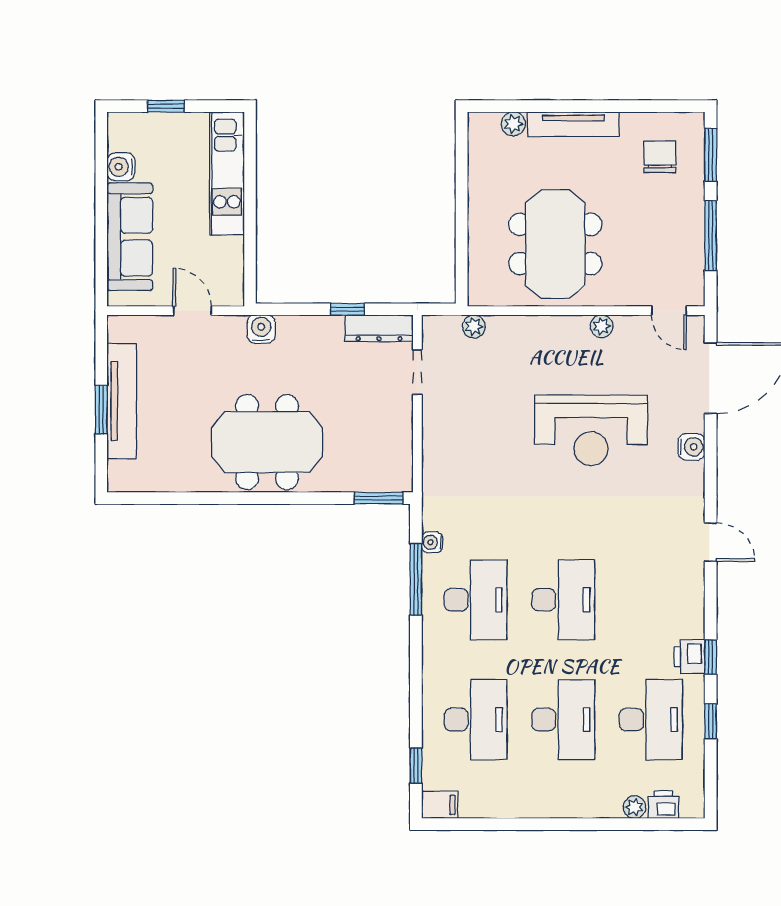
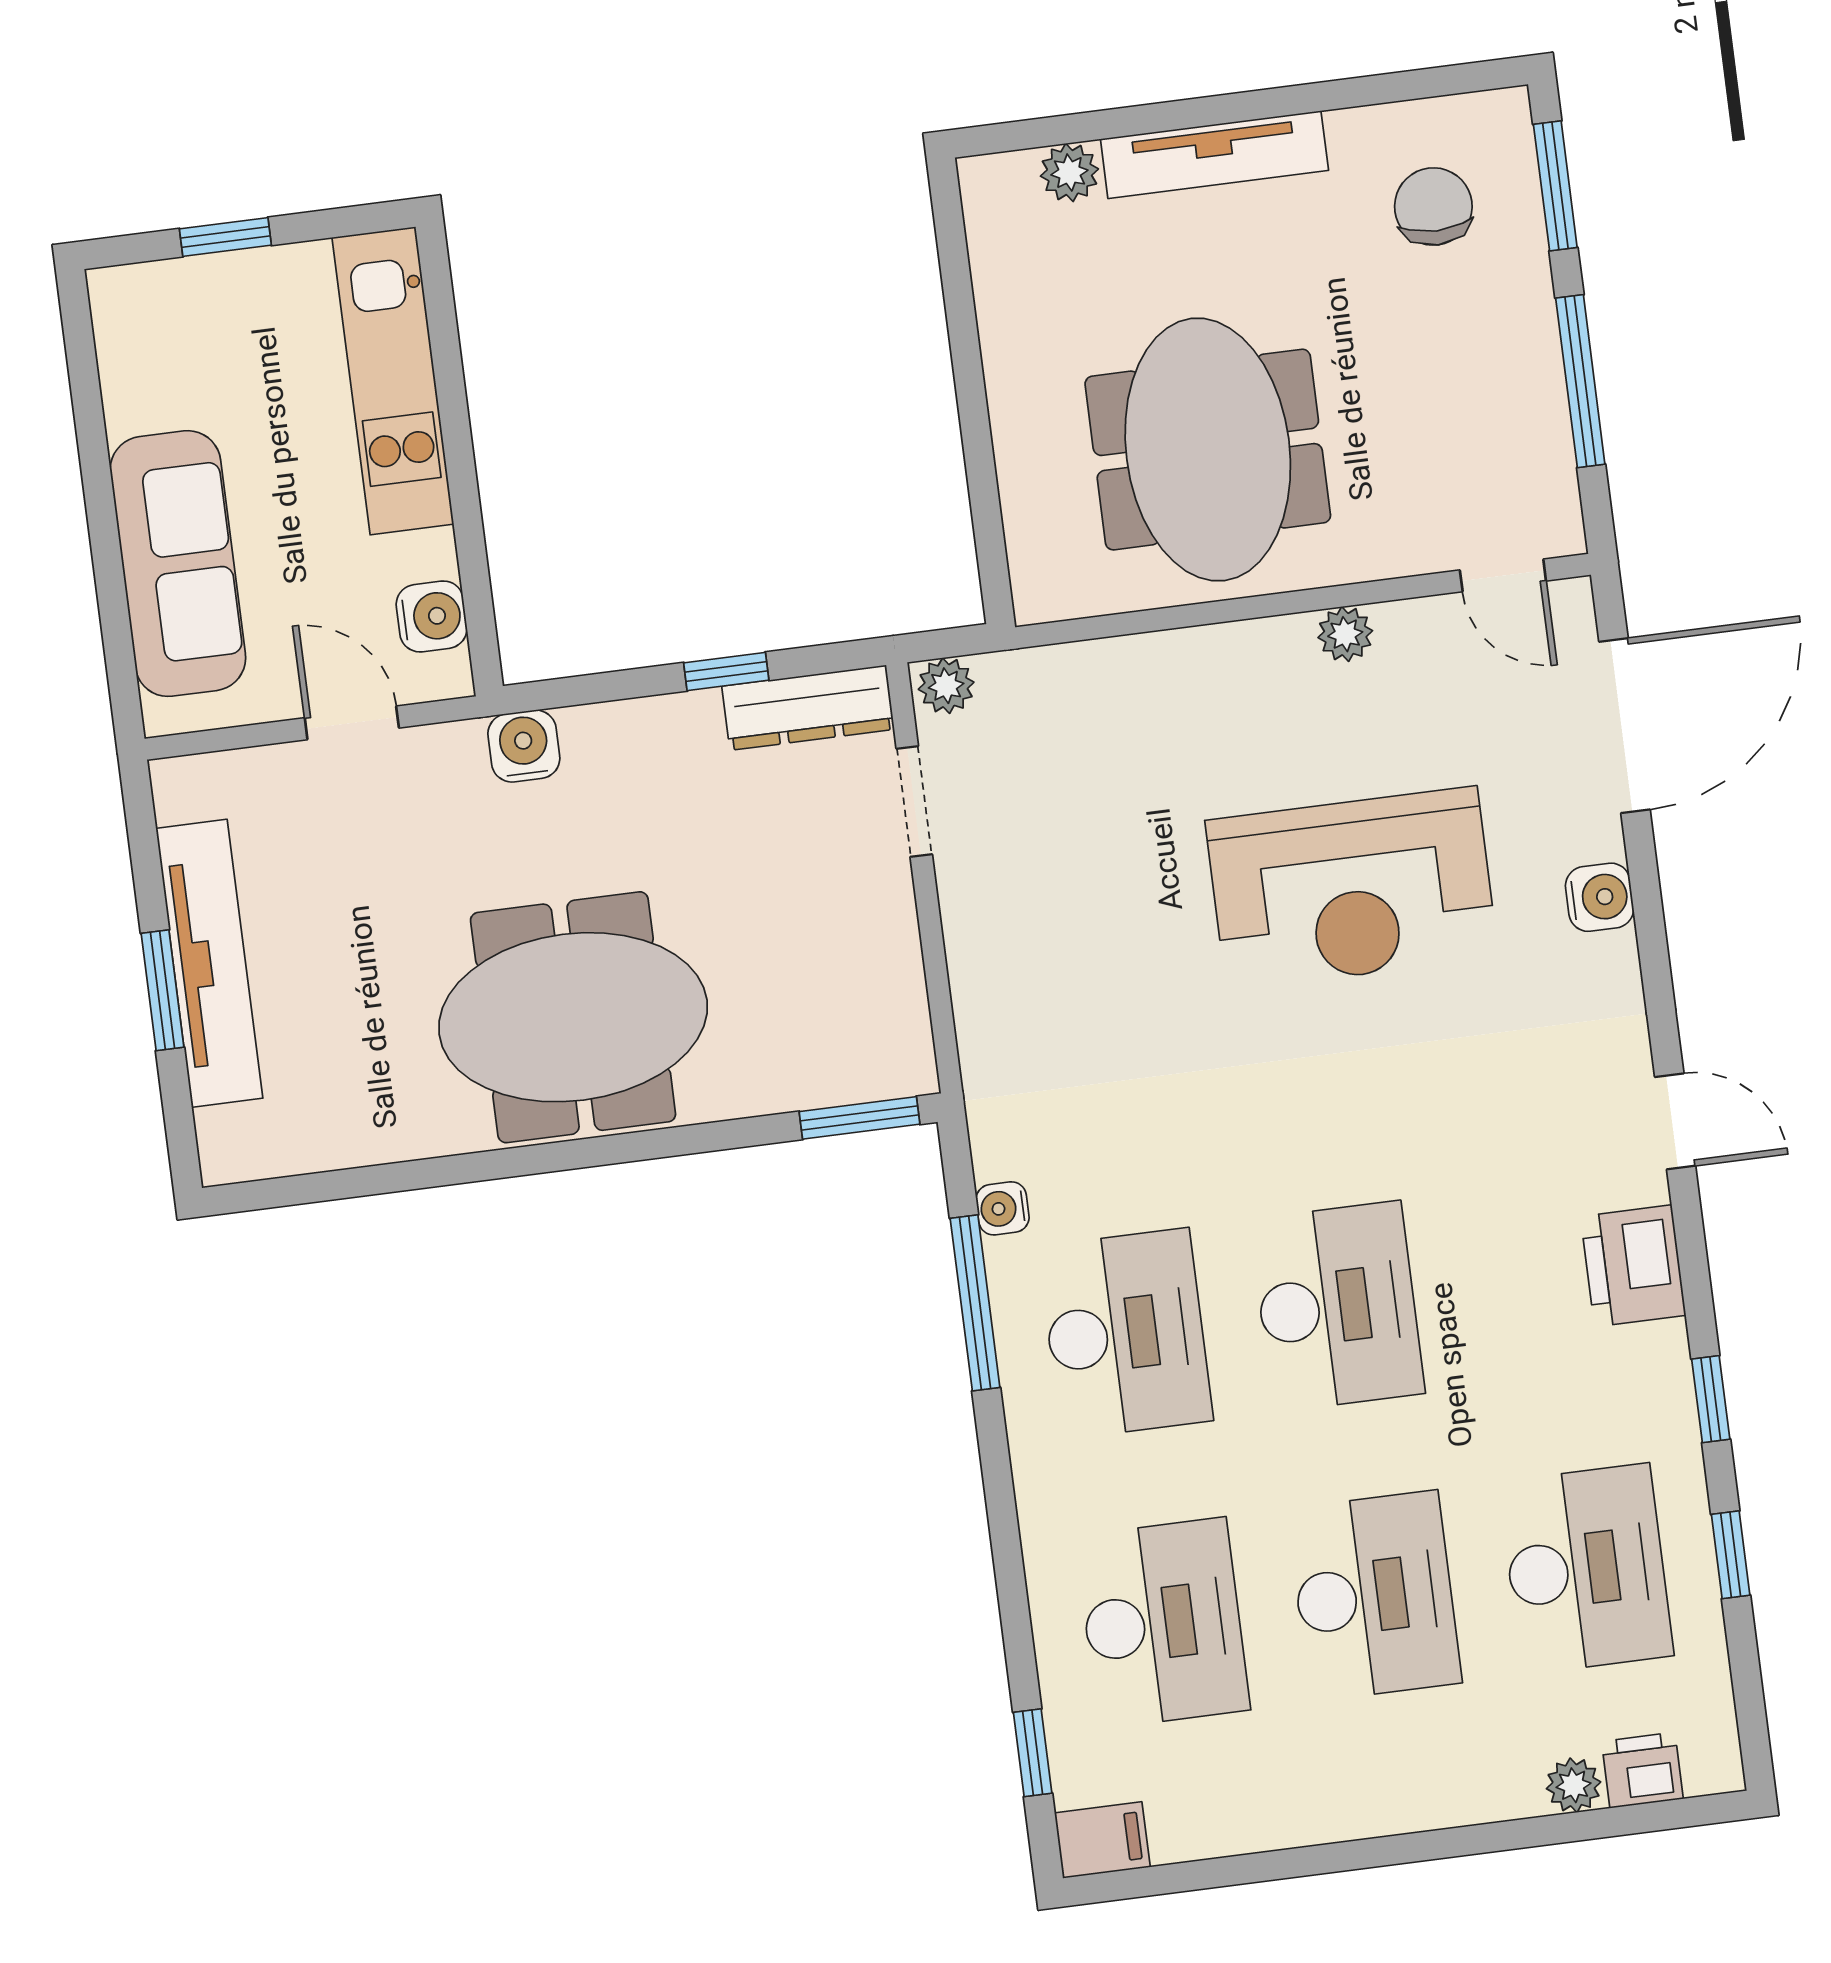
water cooler: (121, 167) -> (432, 616), moved, turned 180
plant: (474, 327) -> (946, 686), moved
printer: (690, 657) -> (1633, 1266), moved, width x1.36, depth x1.24

